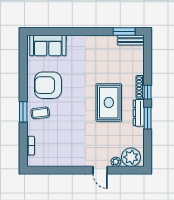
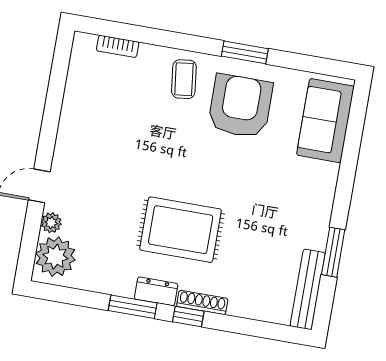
window: (124, 31) -> (333, 252), moved
bench: (131, 40) -> (308, 289), width x1.36
window: (23, 112) -> (245, 52), moved
dresser: (139, 113) -> (156, 291), width x0.70

